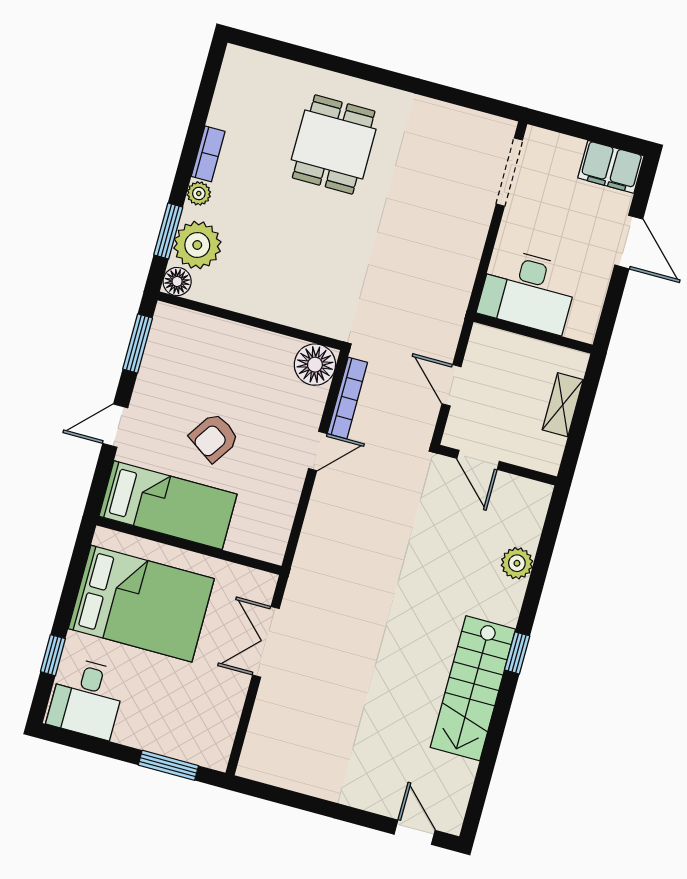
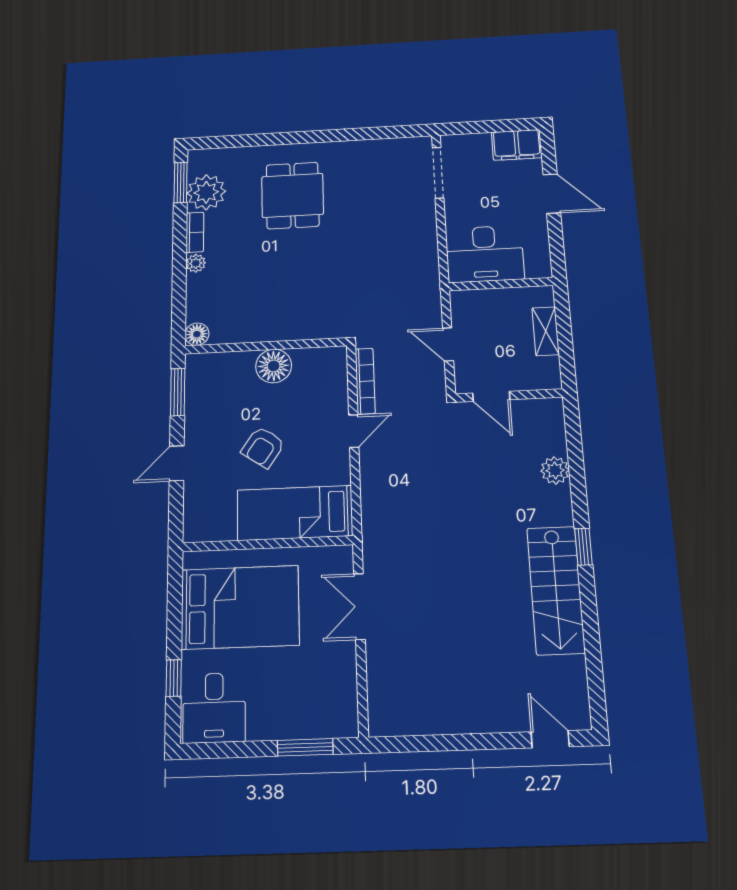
window: (168, 231) -> (181, 183), moved
plant: (197, 245) -> (206, 192), moved
floor lamp: (315, 365) -> (274, 366), moved
bed: (168, 505) -> (295, 513), moved, turned 180

